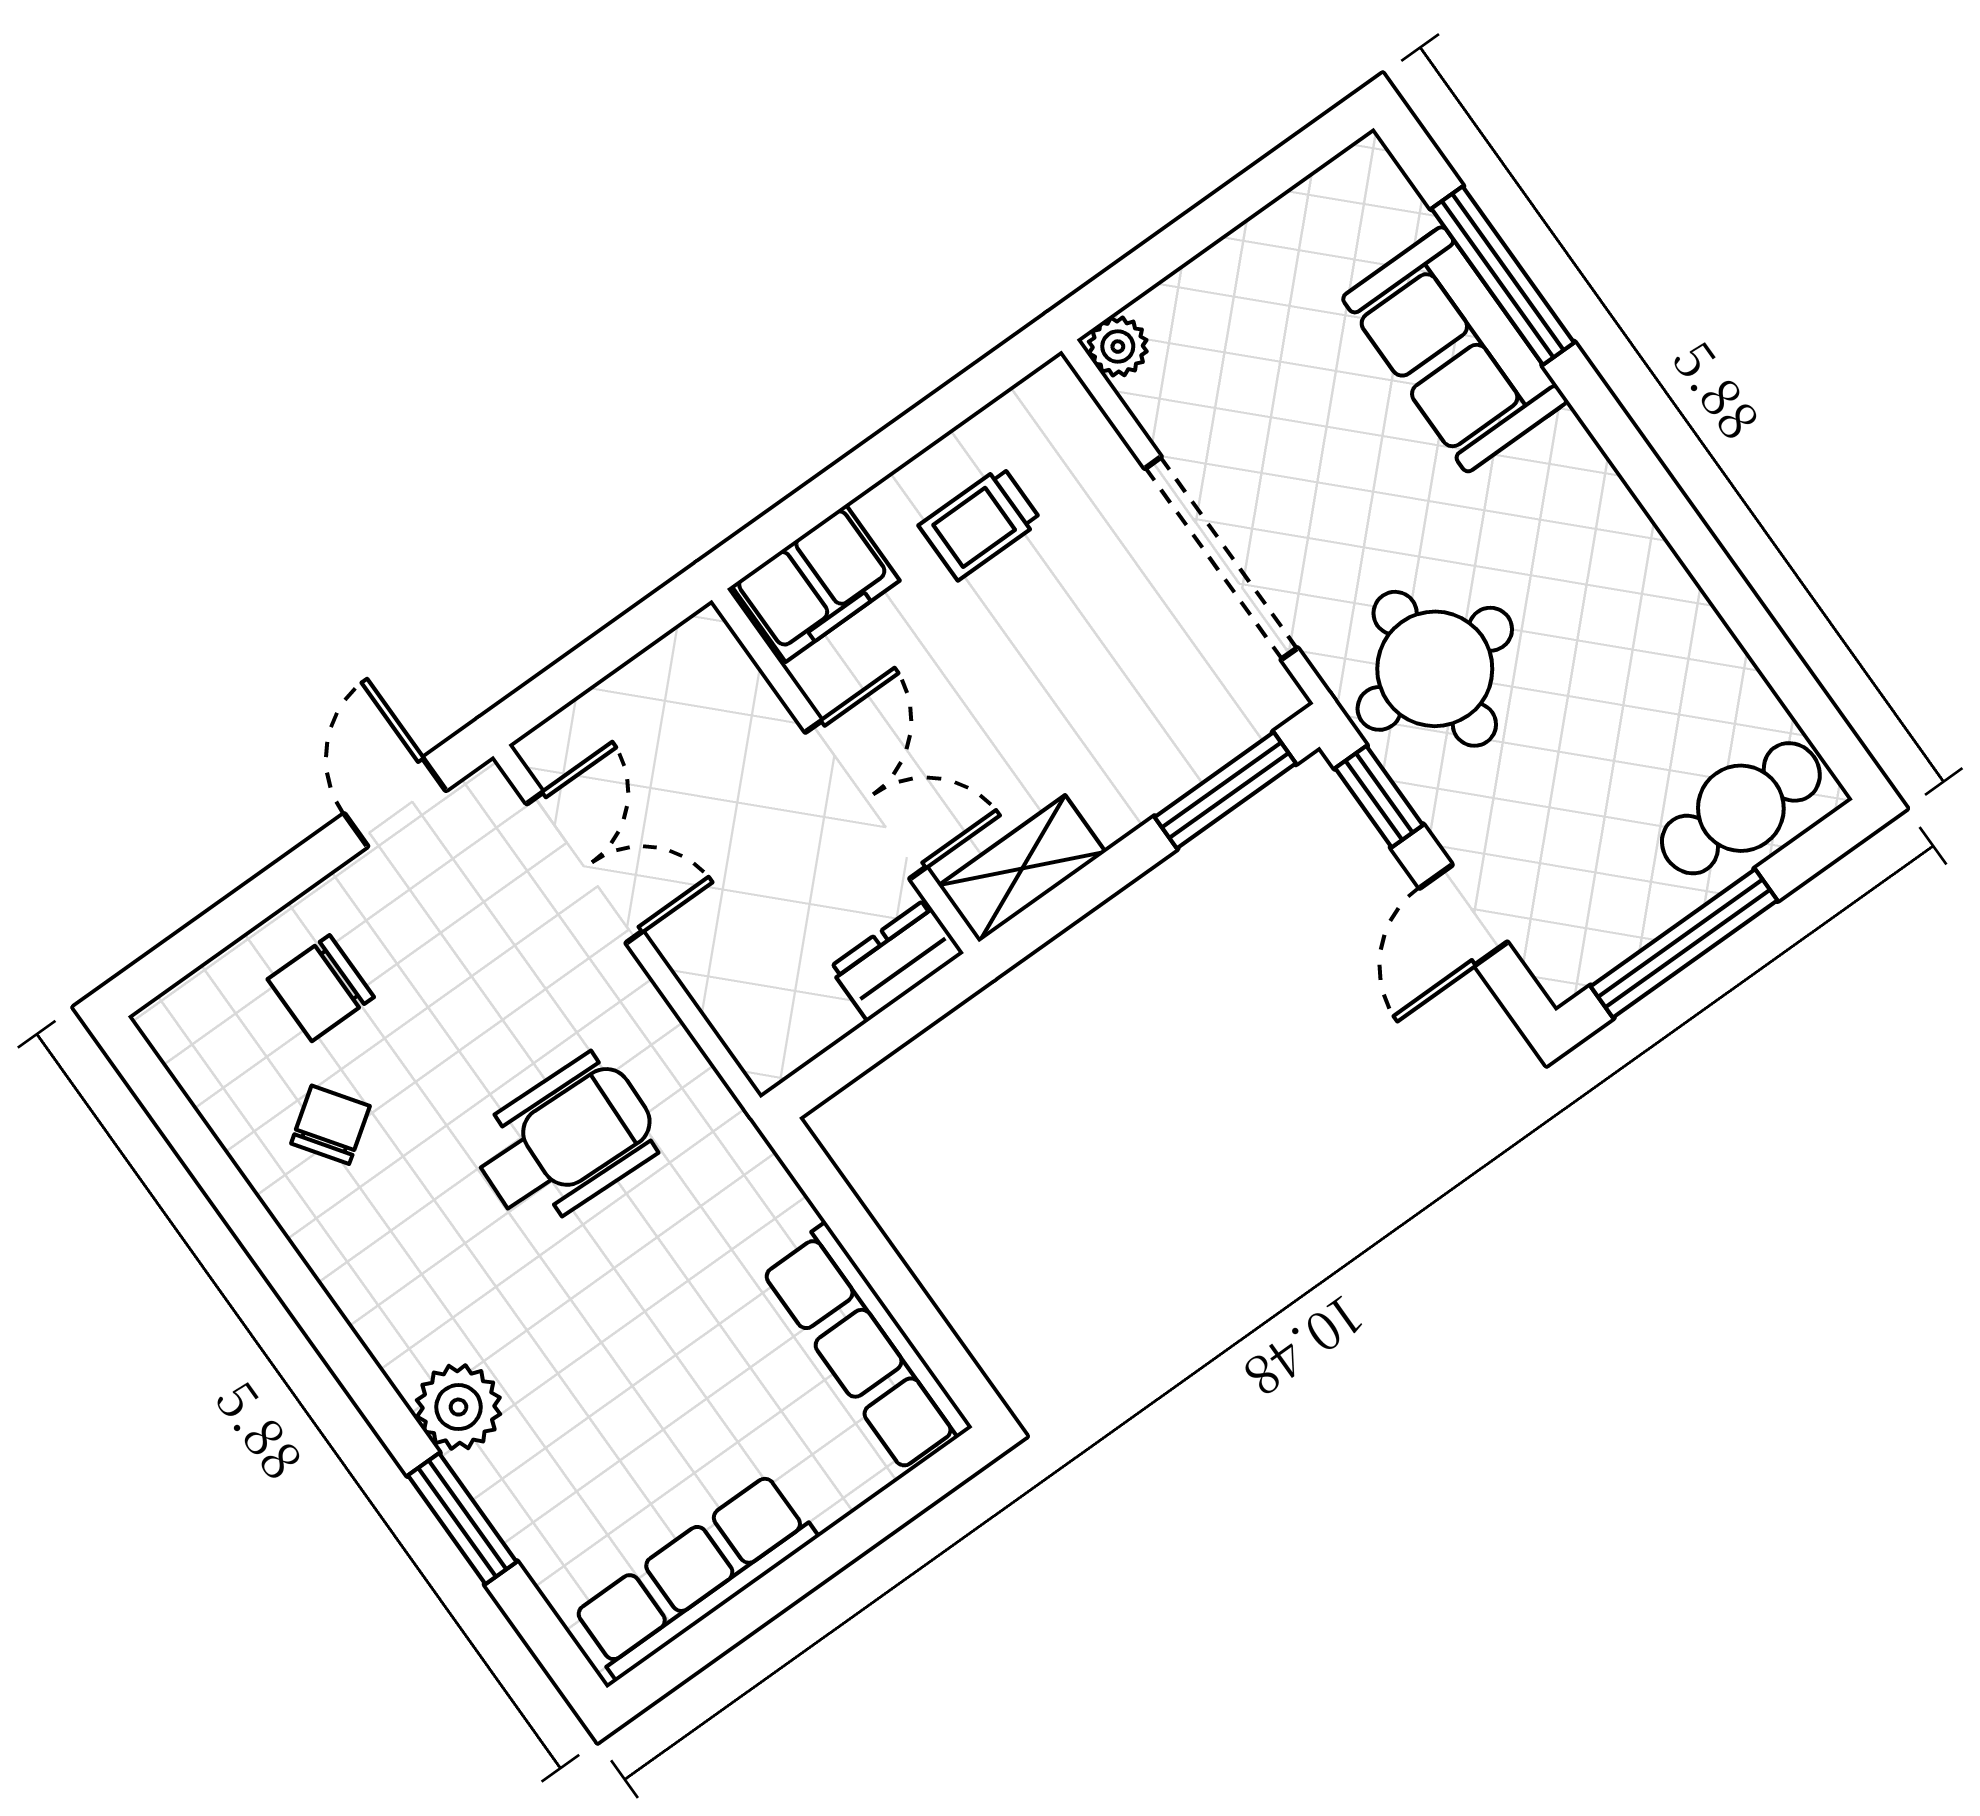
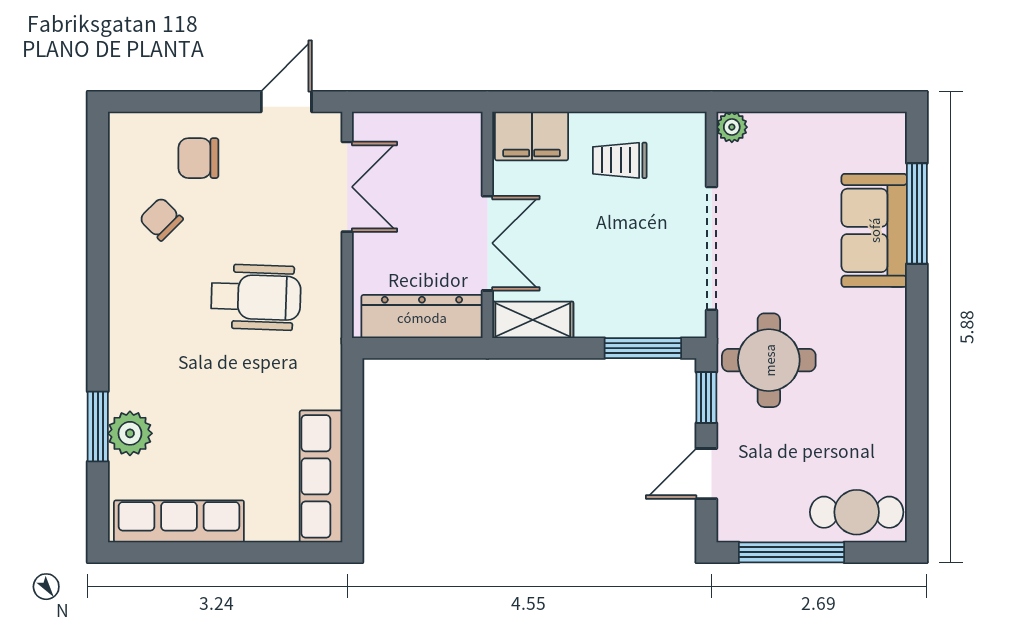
dresser: (897, 960) -> (422, 317), width x1.96, depth x1.24
chair: (330, 1125) -> (161, 219), turned -100
plant: (458, 1407) -> (130, 433), moved

